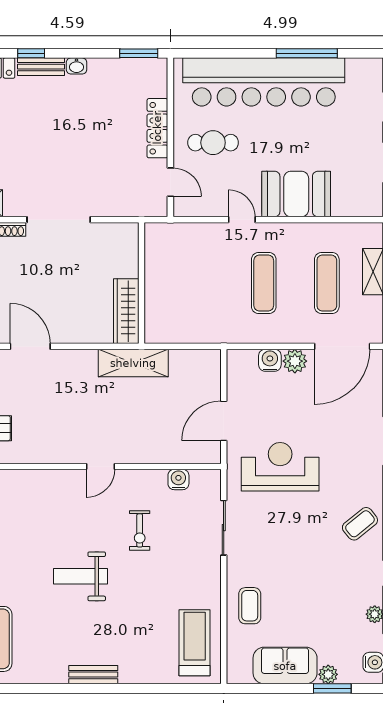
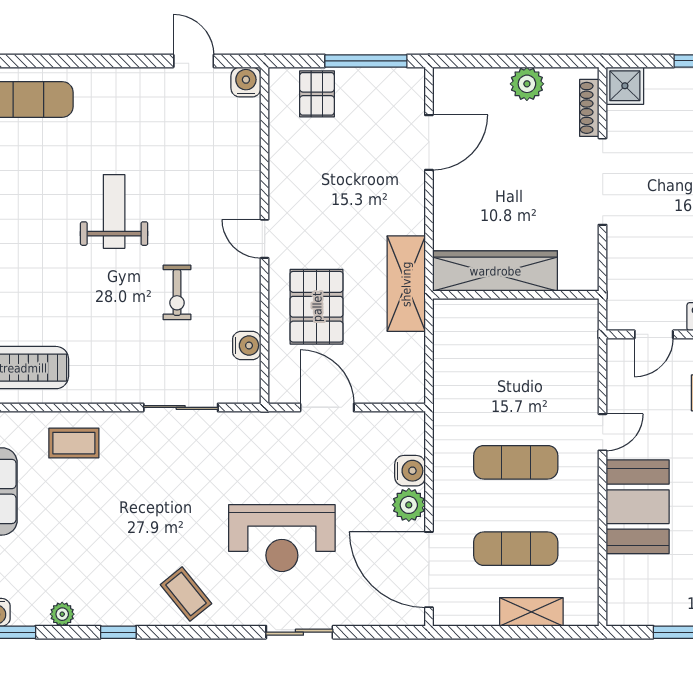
wardrobe: (126, 311) -> (495, 271), width x1.40, depth x1.17
pallet: (150, 428) -> (317, 307), added
reception desk: (280, 467) -> (282, 538), moved, turned 90
exercise bike: (140, 530) -> (177, 292), turned -90

